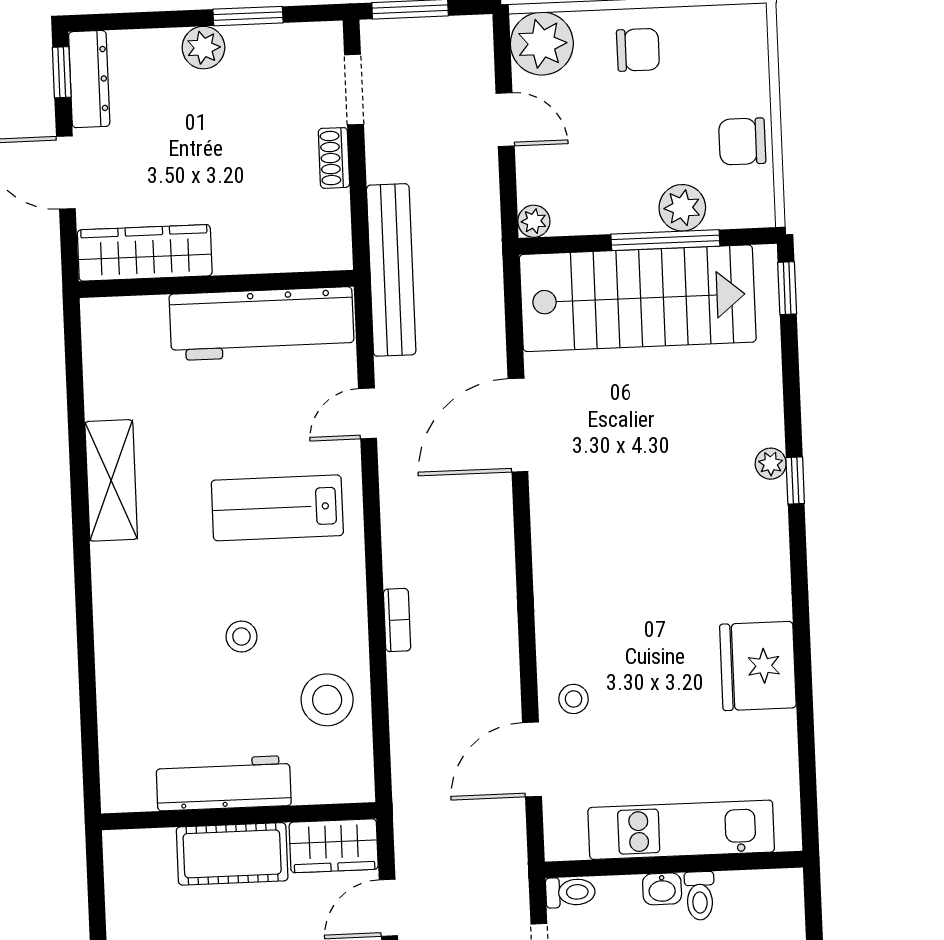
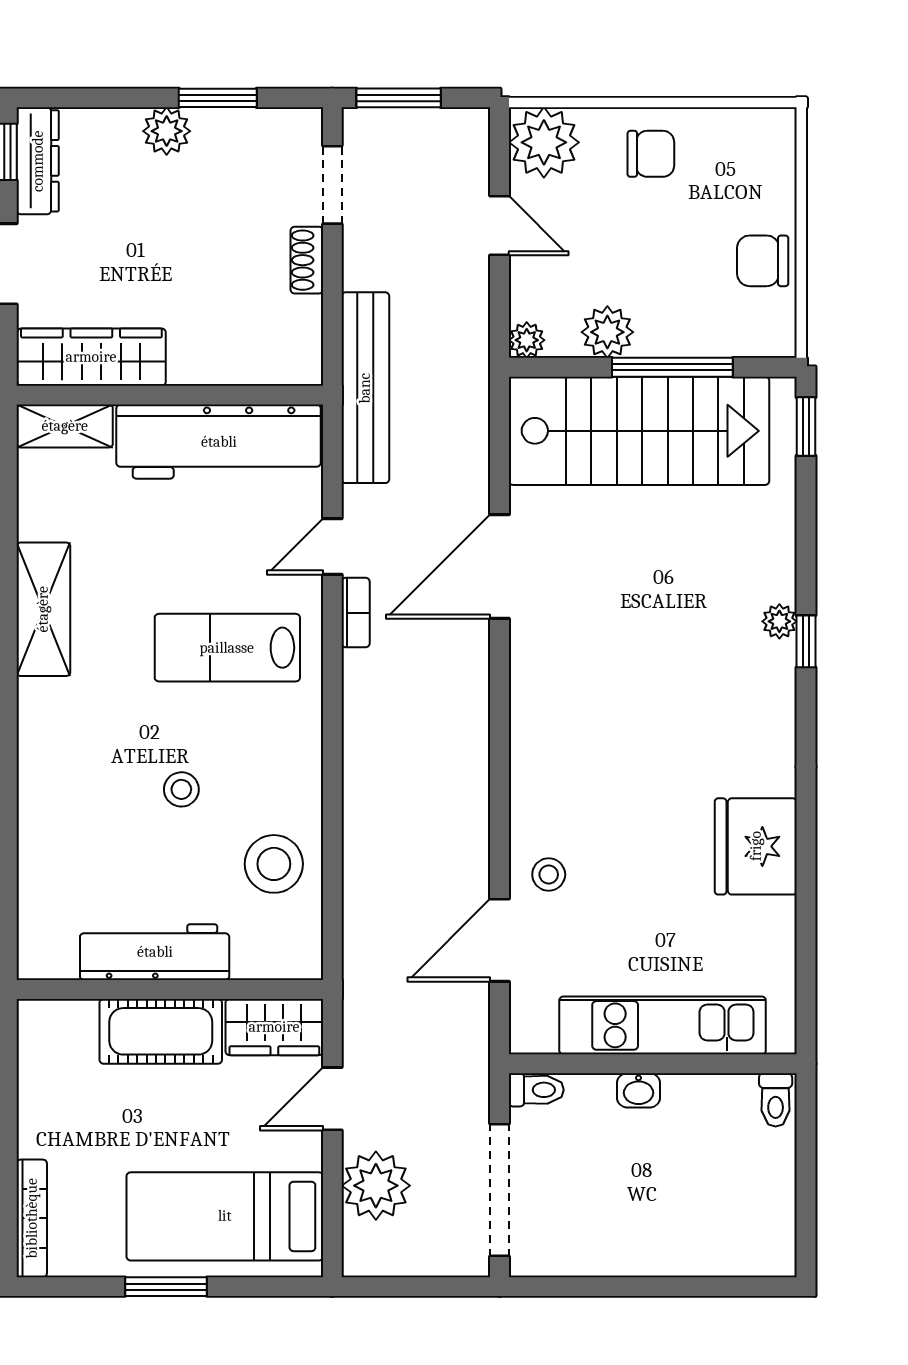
plant: (682, 208) -> (607, 332), moved
shelving: (123, 316) -> (65, 426), added
bookcase: (397, 620) -> (356, 613), moved
toilet: (700, 896) -> (776, 1100), moved

